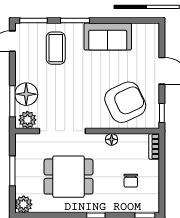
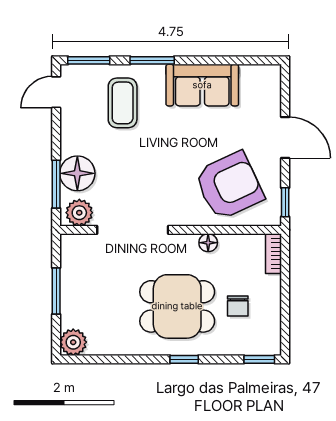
dining table: (69, 177) -> (177, 306), moved

